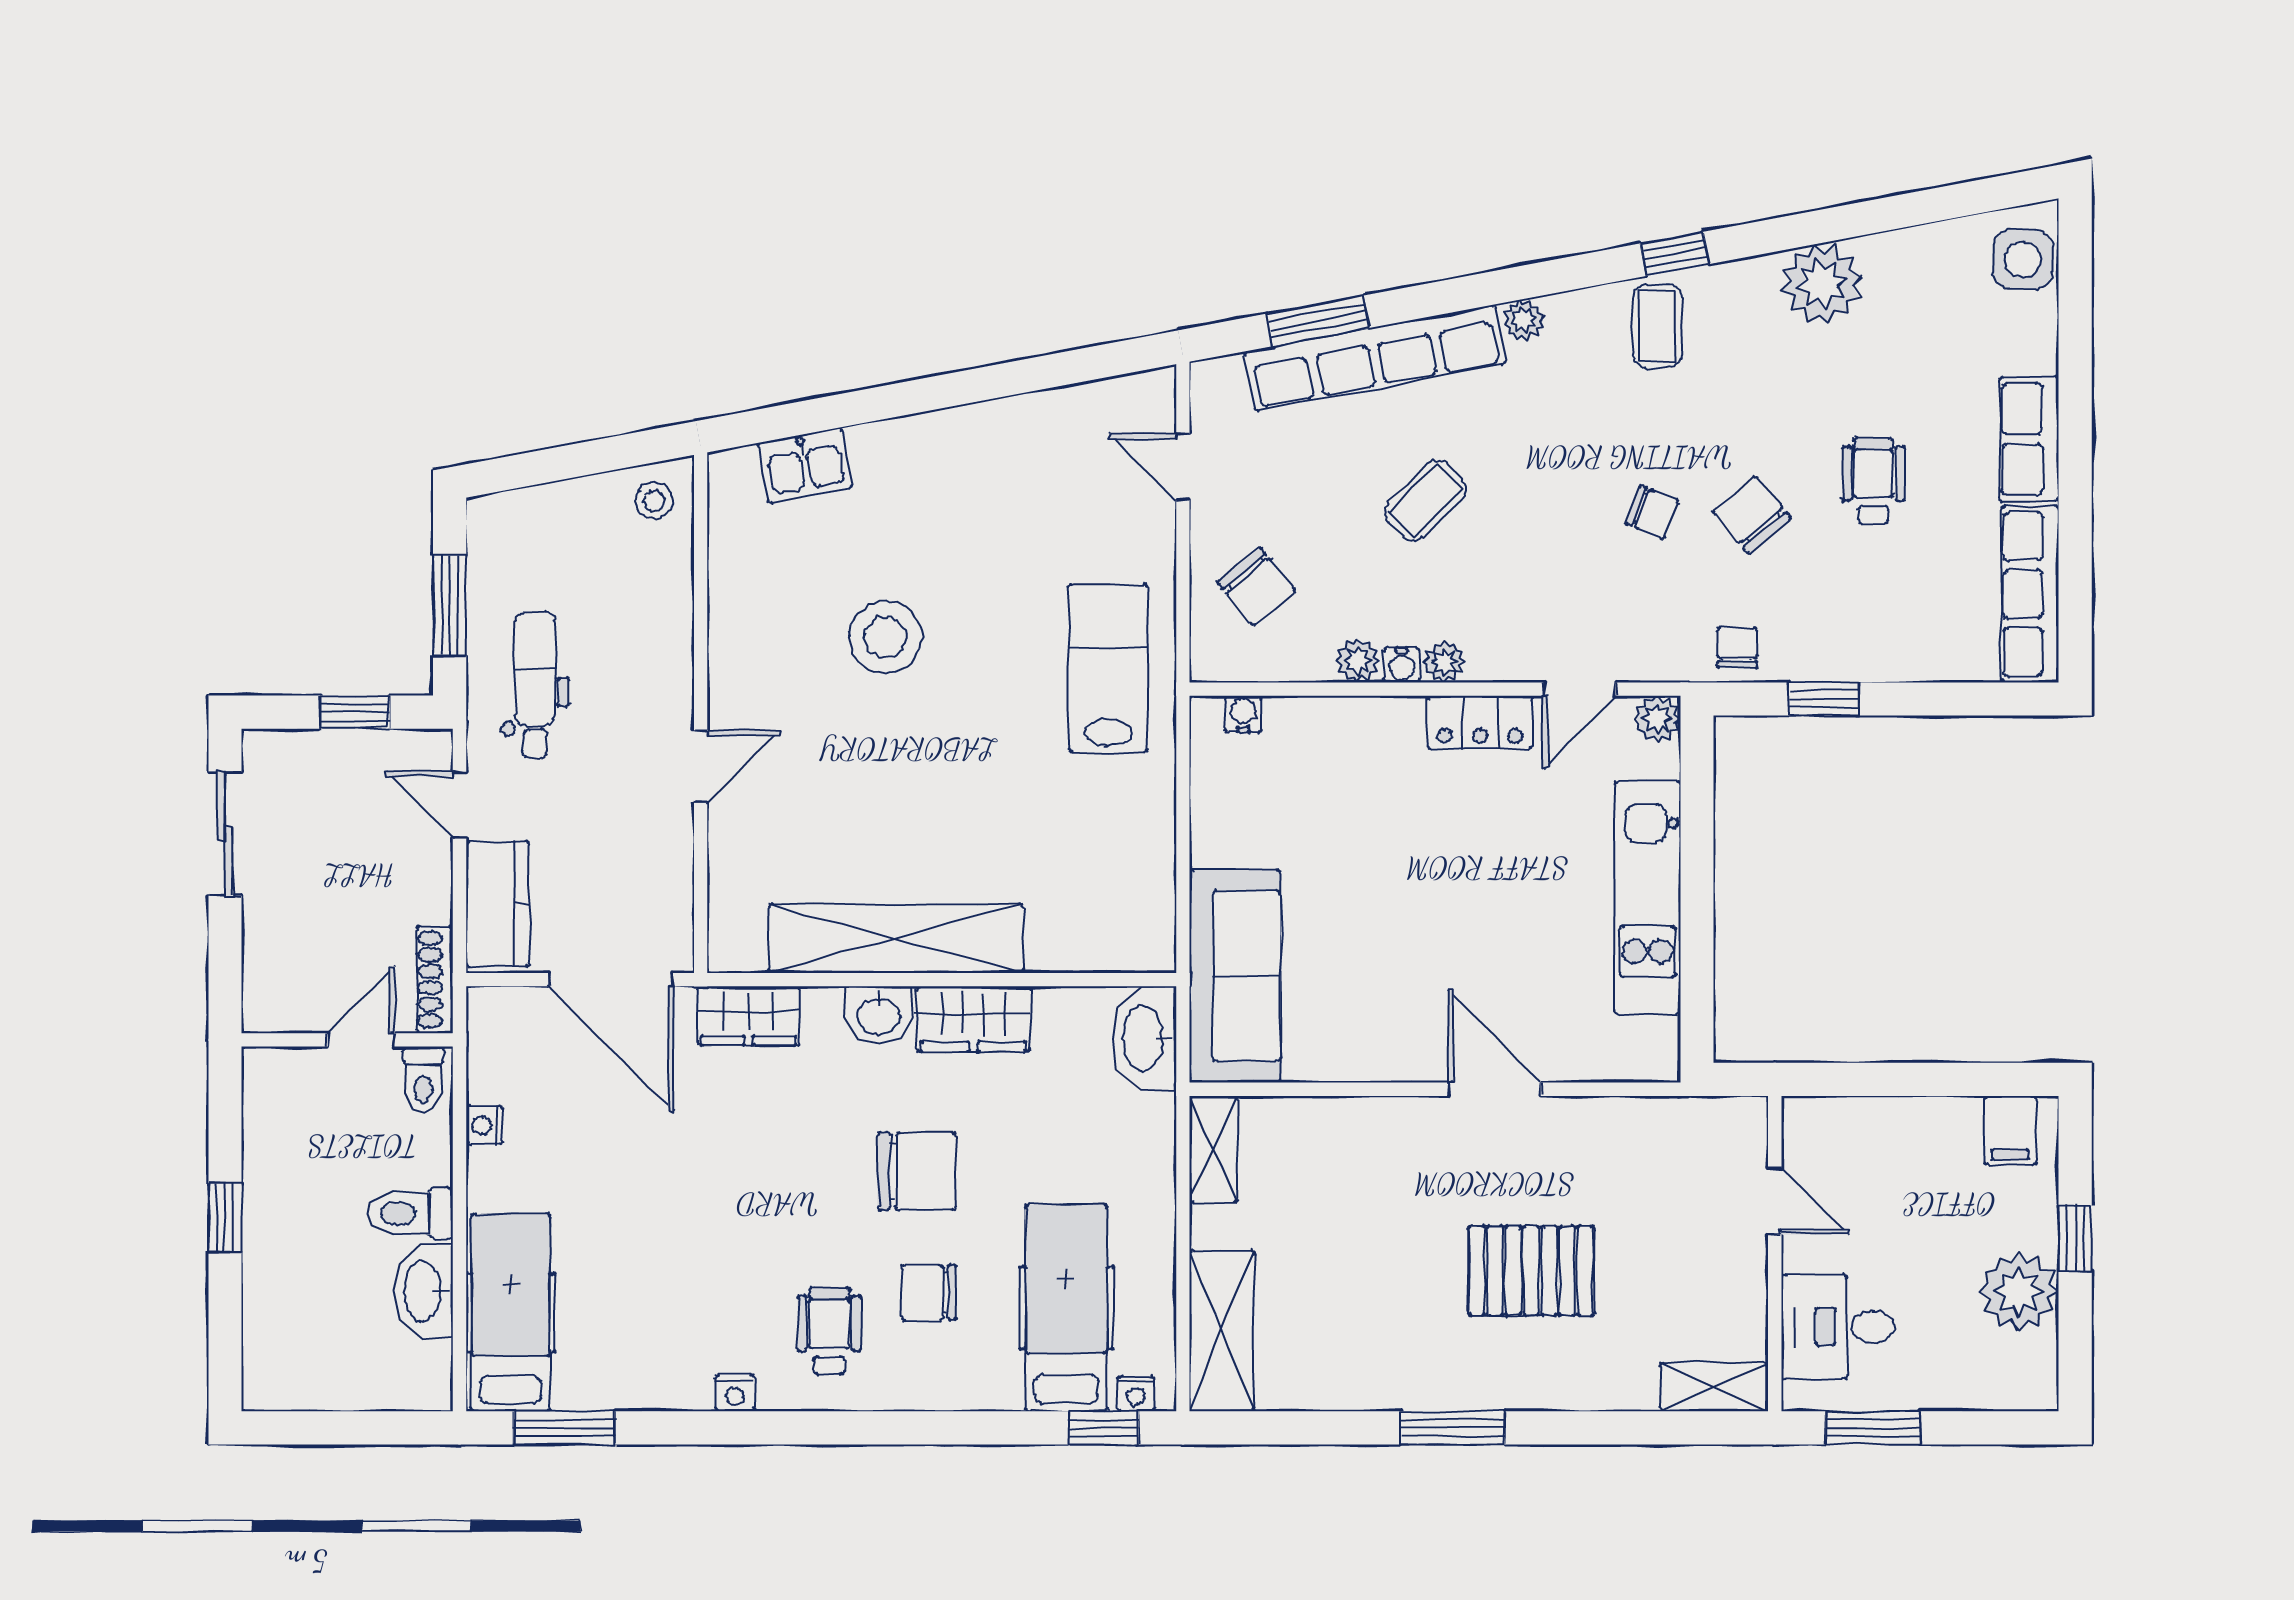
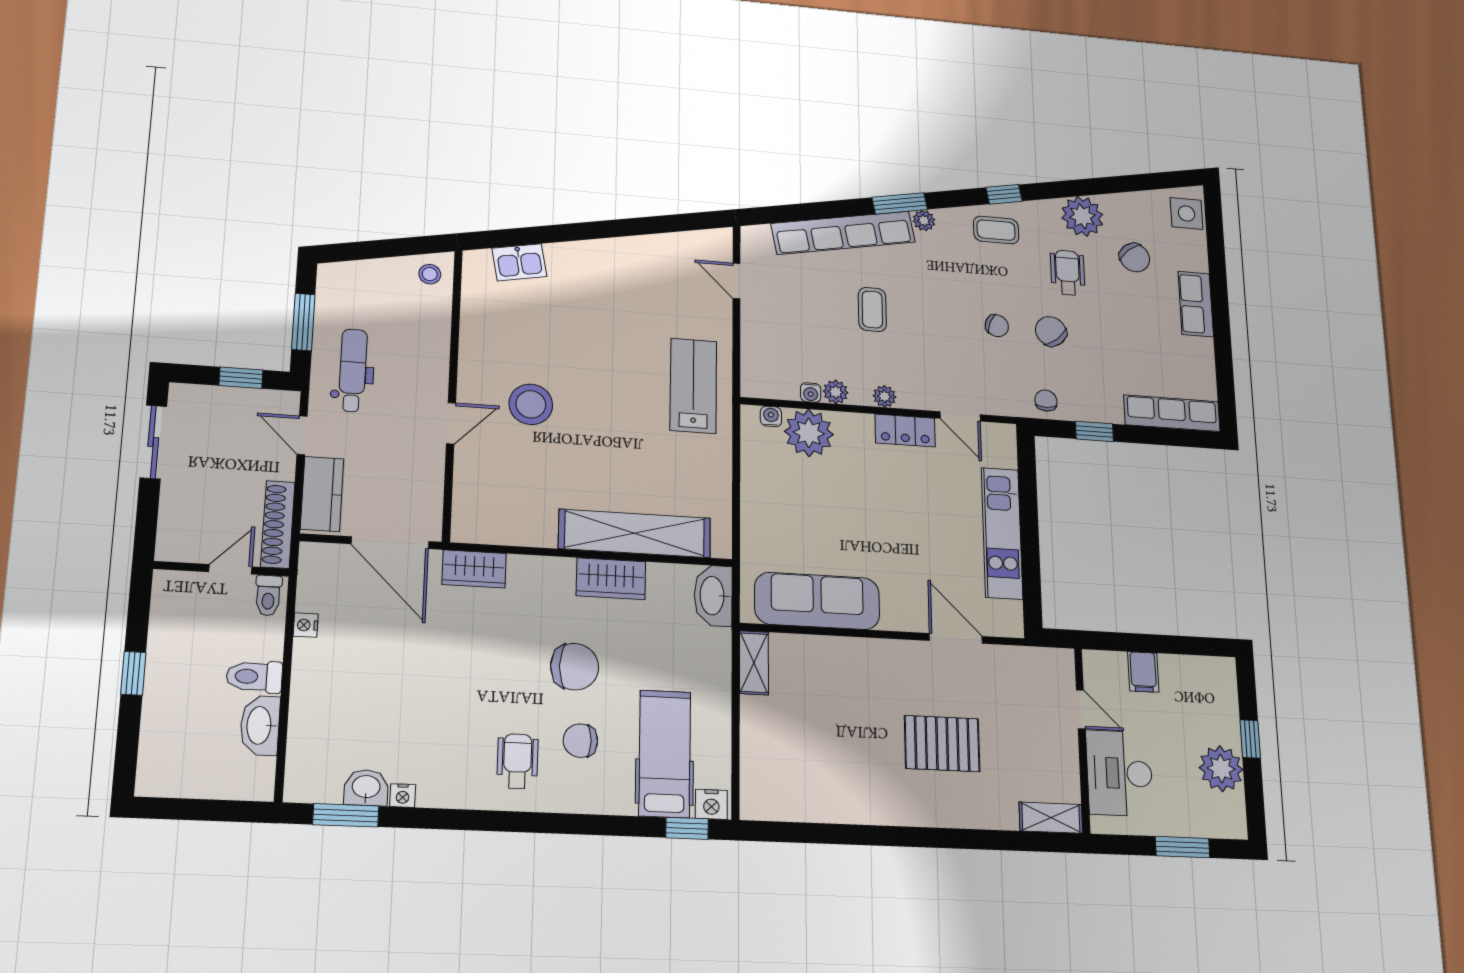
window: (1318, 321) -> (900, 203), moved
coffee table: (1657, 326) -> (996, 230), turned 90
wheelchair: (1873, 480) -> (1068, 273), moved
coffee table: (1425, 500) -> (872, 309), turned -45
chair: (1257, 587) -> (1135, 258), moved
row of seats: (2030, 594) -> (1172, 413), moved, turned 90
stool: (885, 637) -> (531, 404), moved
water cooler: (1402, 665) -> (811, 393), moved
door: (1579, 689) -> (960, 416), hinge flipped
plant: (1657, 719) -> (809, 433), moved, width x1.87, depth x1.87
shelving: (896, 938) -> (635, 533), moved
sofa: (1235, 976) -> (817, 601), moved, turned -90
shoe rack: (435, 980) -> (278, 524), width x1.36, depth x1.24
washbasin: (879, 1015) -> (366, 788), moved, turned 180
door: (1495, 1089) -> (956, 638), moved
filing cabinet: (2010, 1130) -> (1143, 672), moved
hospital bed: (511, 1313) -> (315, 741), removed
desk: (1838, 1327) -> (1120, 773), width x1.37
shelving: (1222, 1331) -> (759, 772), removed
nightstand: (735, 1393) -> (403, 796), moved
nightstand: (1136, 1394) -> (711, 804), width x1.39, depth x1.35
window: (1453, 1428) -> (898, 836), removed
window: (1873, 1428) -> (1183, 847), moved

